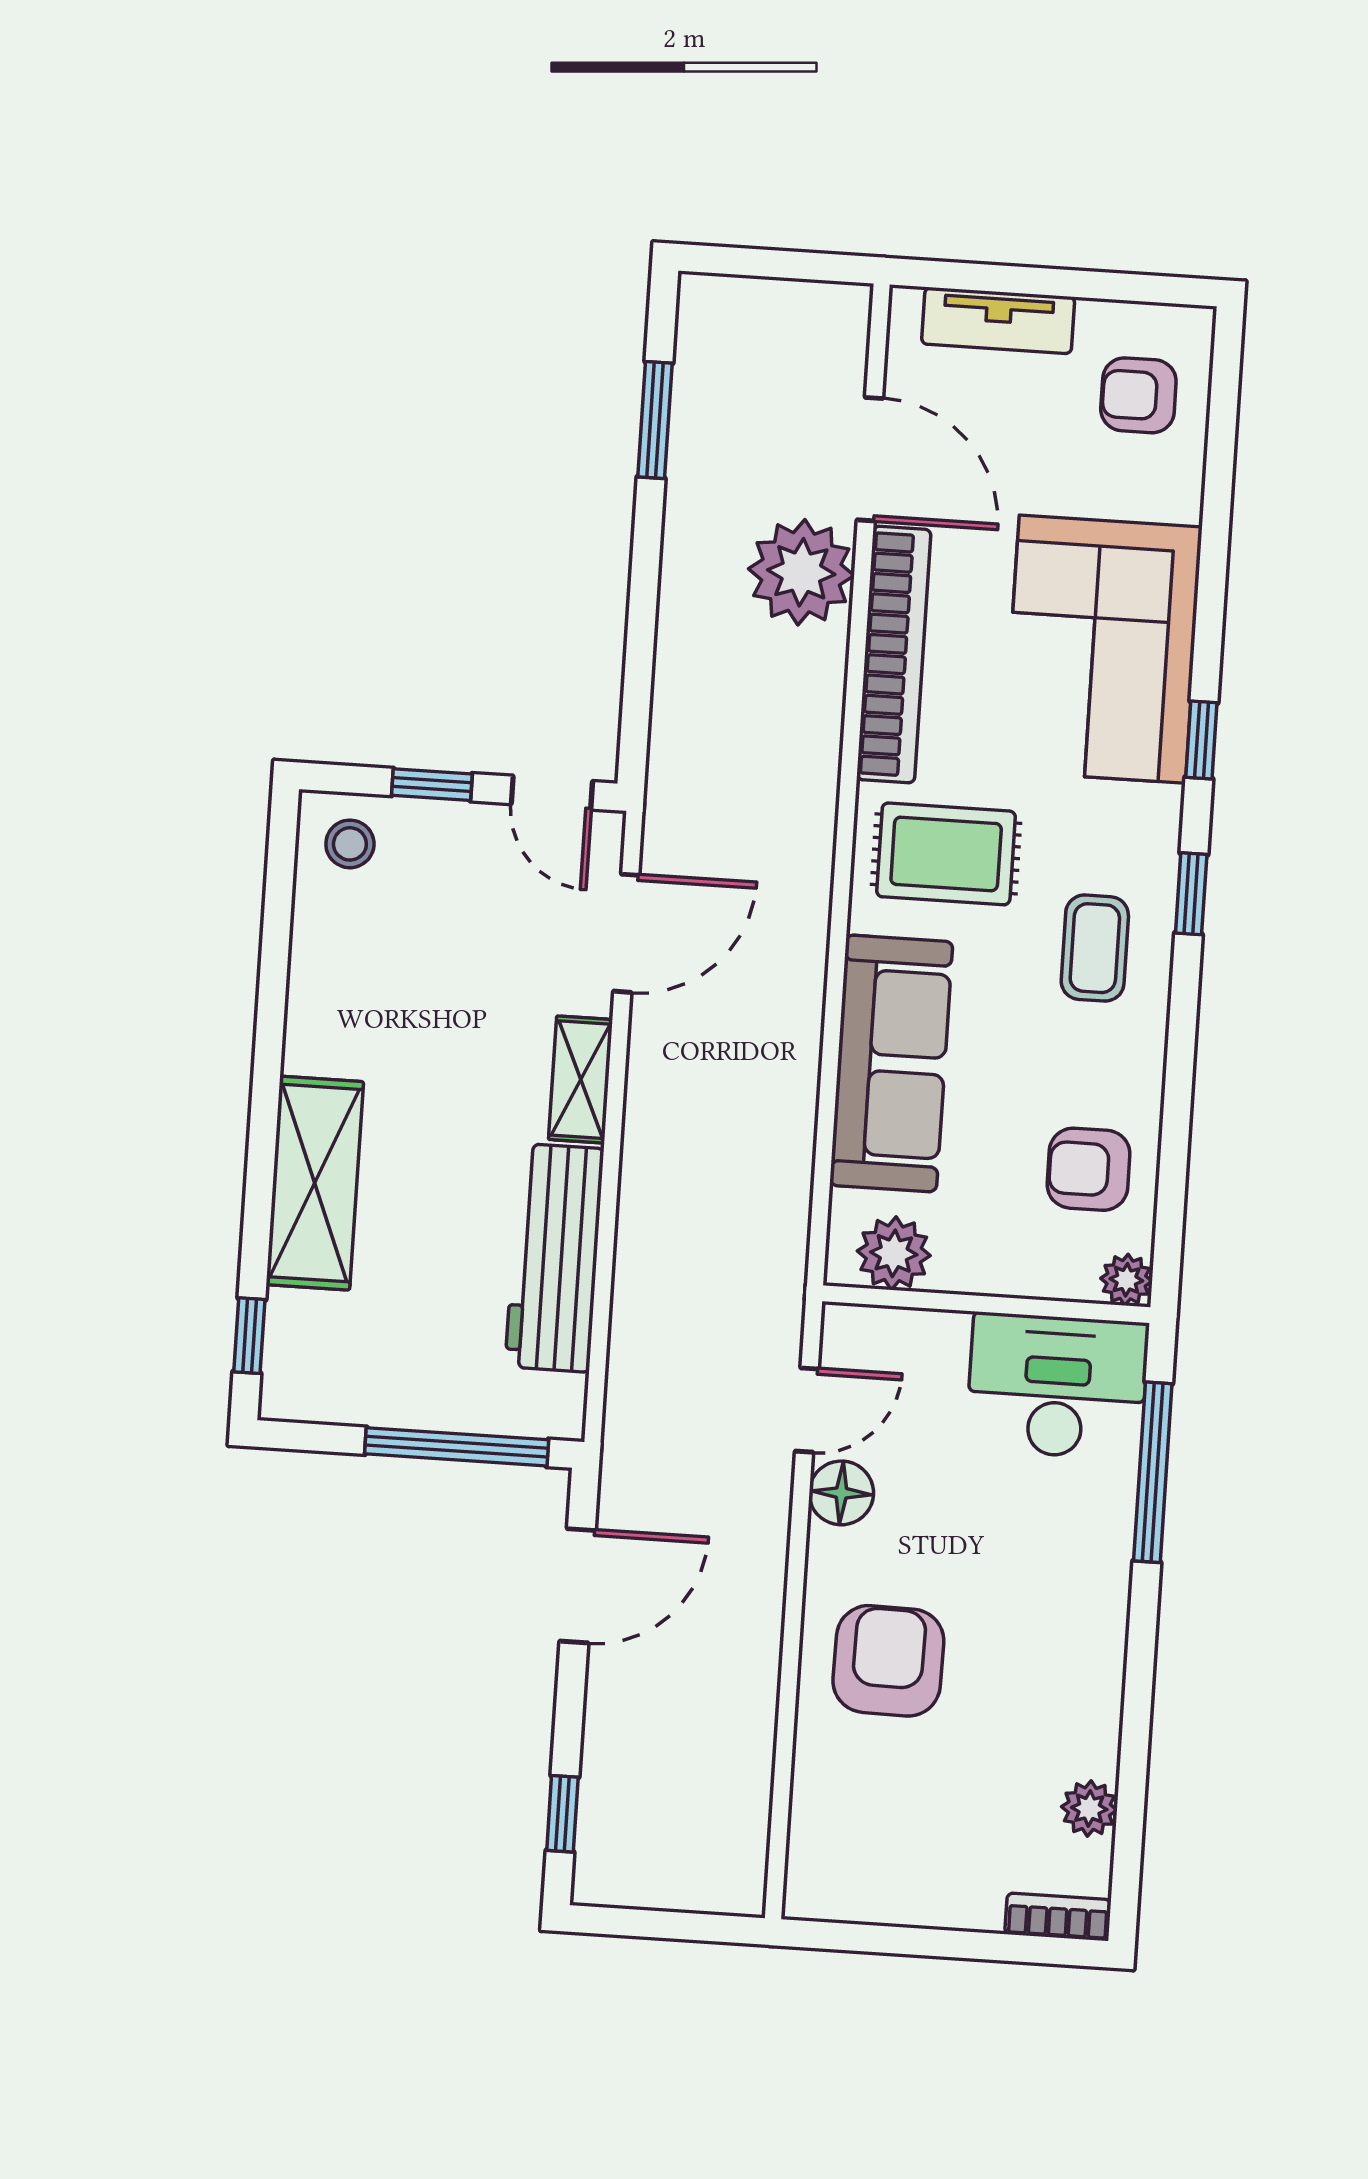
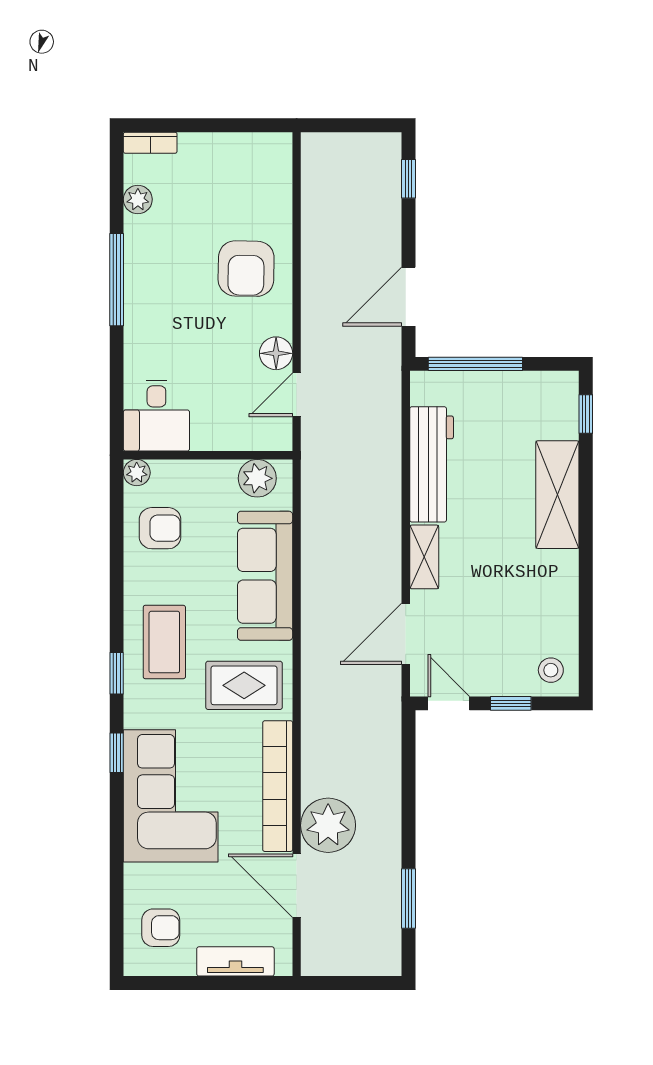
coffee table: (1095, 948) -> (164, 642), width x1.36, depth x1.30
desk: (1057, 1386) -> (156, 416), width x0.73
window: (1153, 1472) -> (117, 280), moved

